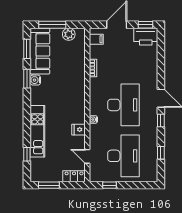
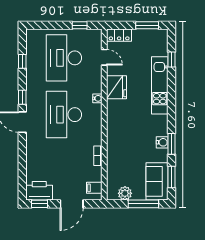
sofa: (40, 51) -> (157, 181), width x0.73
fridge: (79, 130) -> (116, 87), width x1.88, depth x1.34

